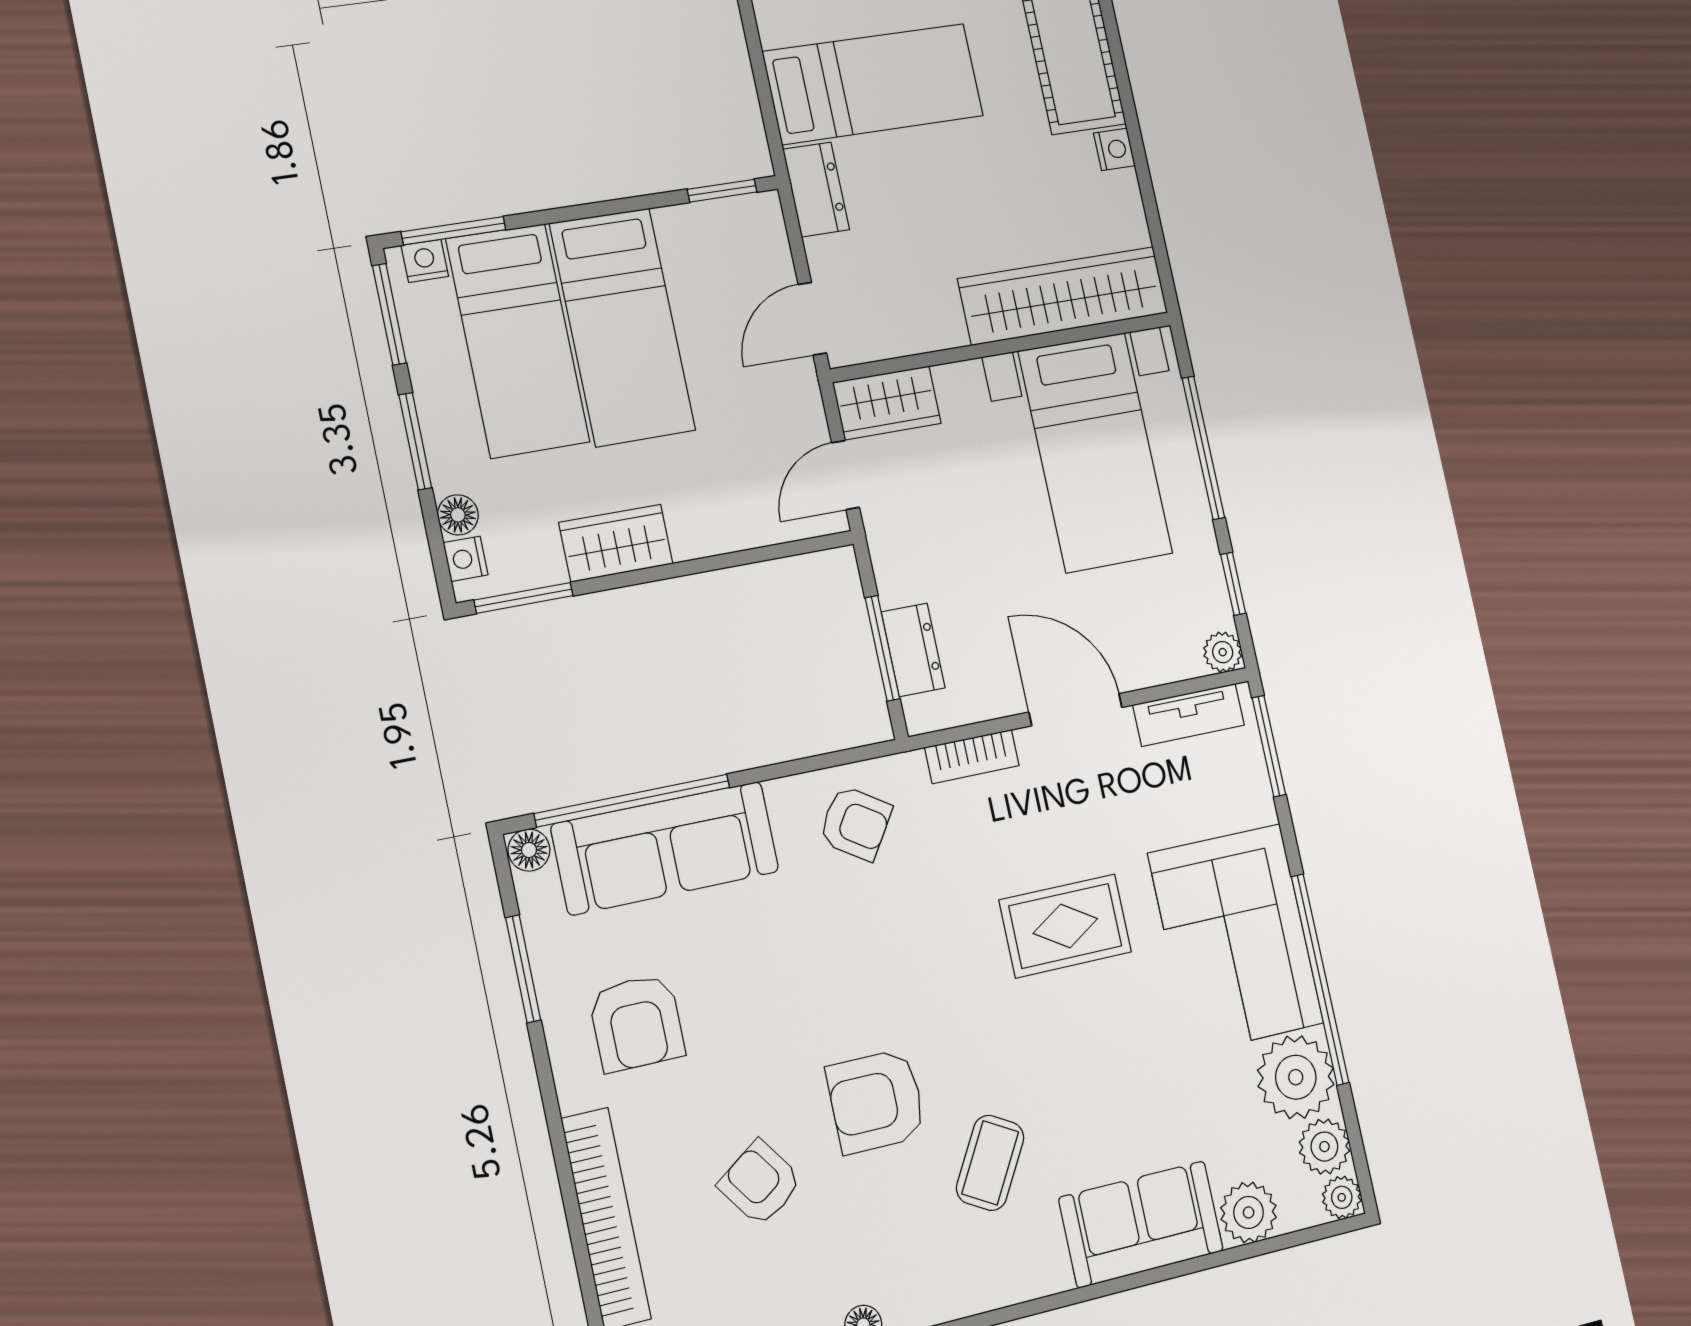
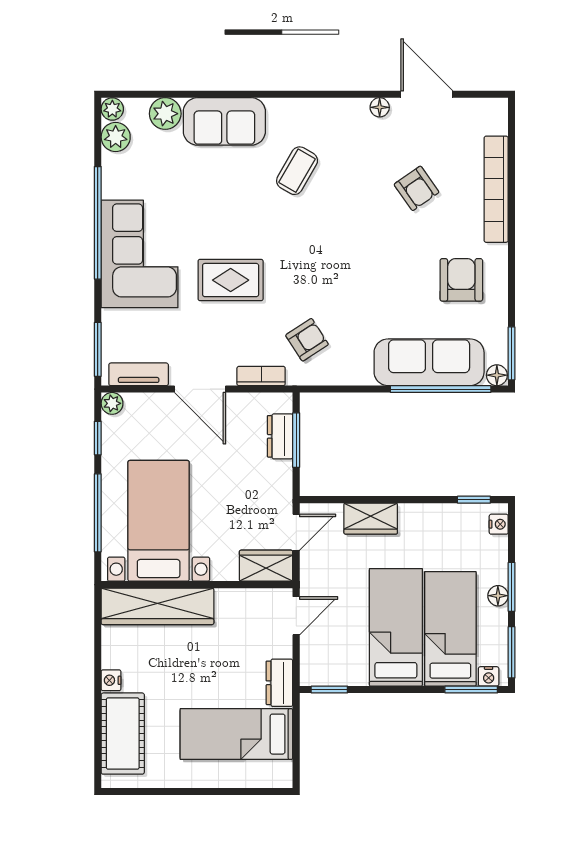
floor lamp: (458, 515) -> (498, 596), moved
wardrobe: (616, 543) -> (371, 519), moved
window: (524, 598) -> (474, 500), width x0.67
armchair: (855, 823) -> (307, 340), moved, turned 114
window: (523, 969) -> (512, 353), moved
plant: (1296, 1077) -> (123, 176), removed
armchair: (876, 1101) -> (349, 215), removed

